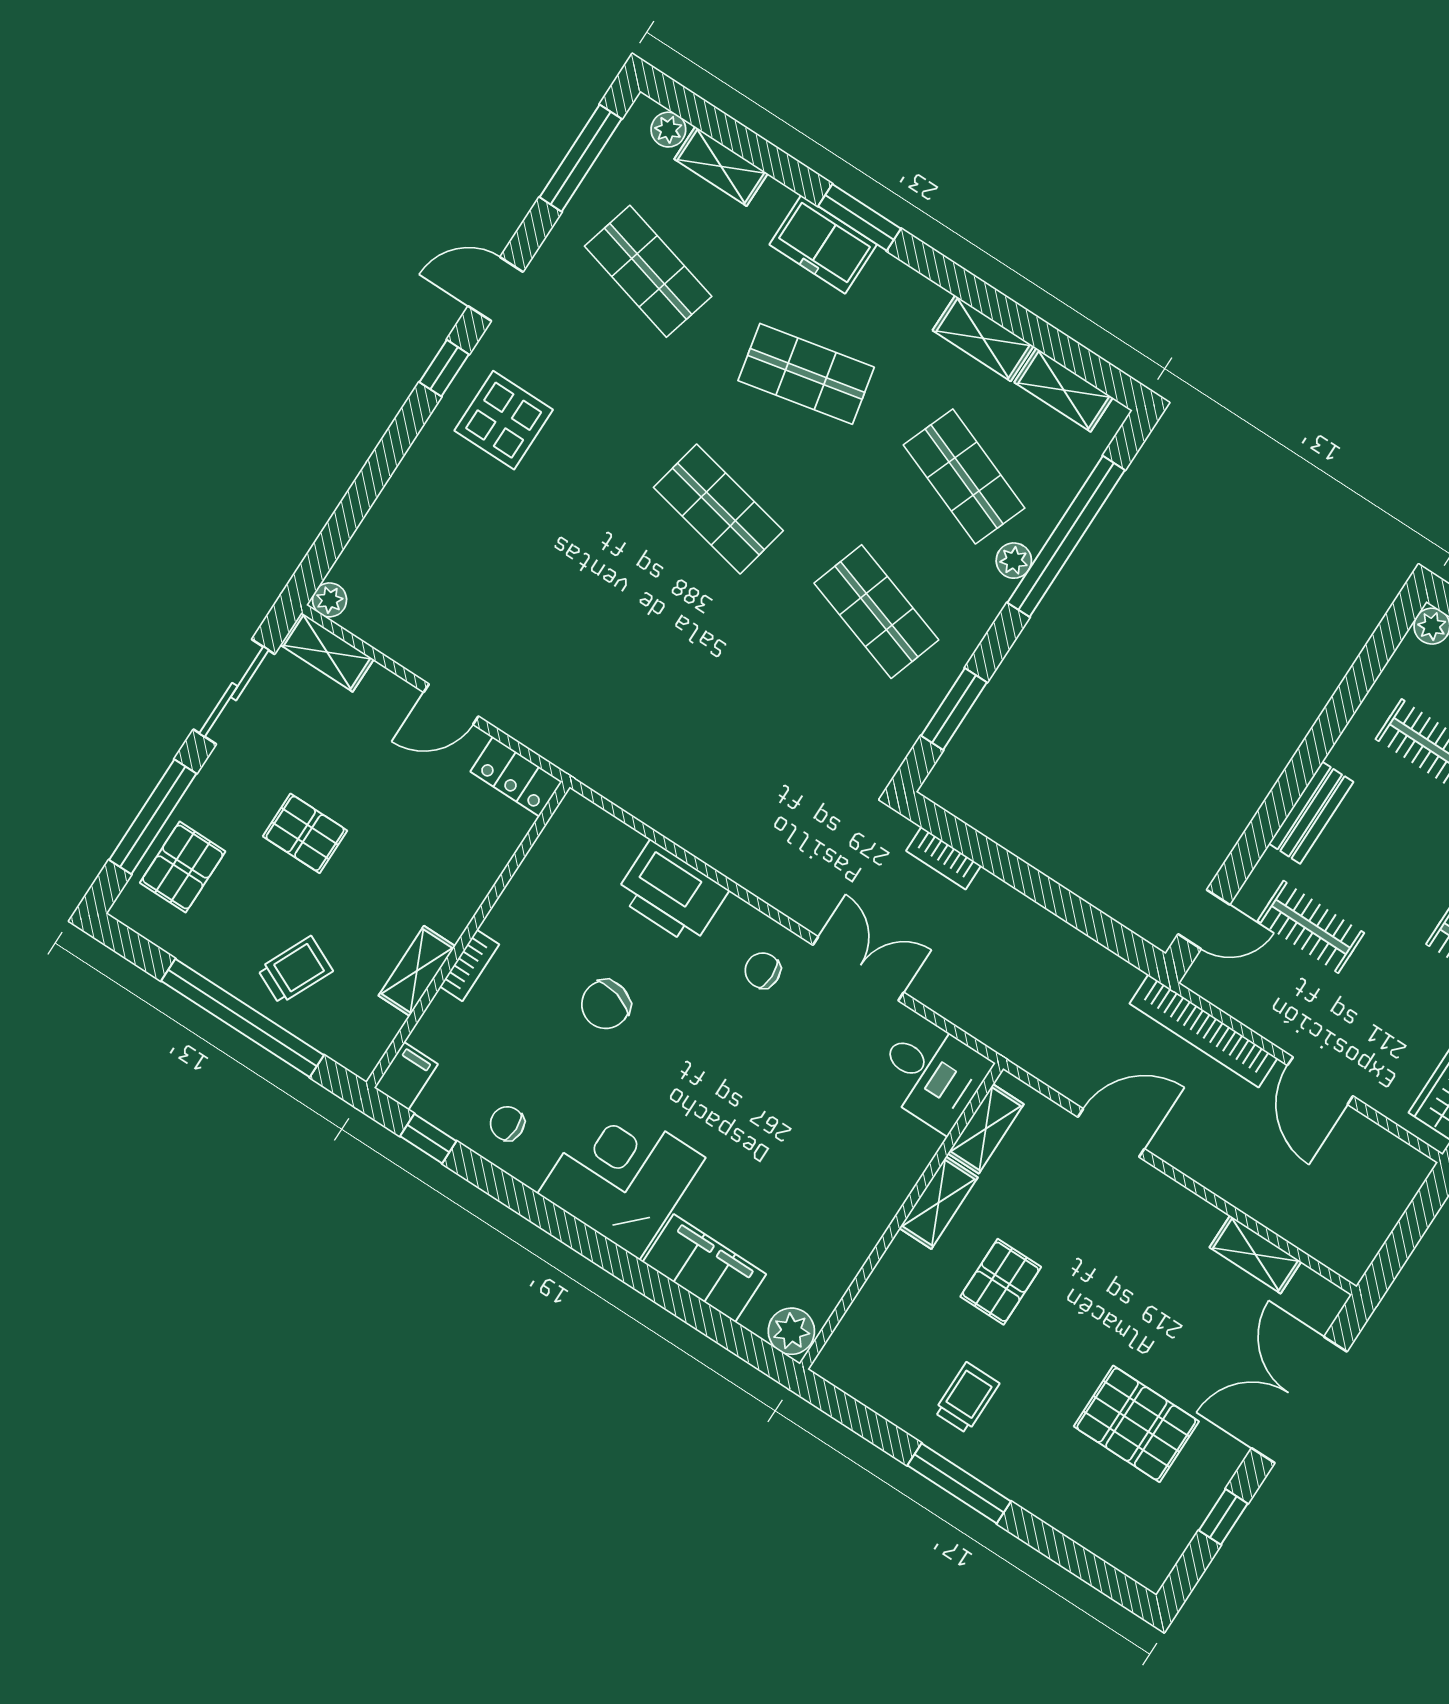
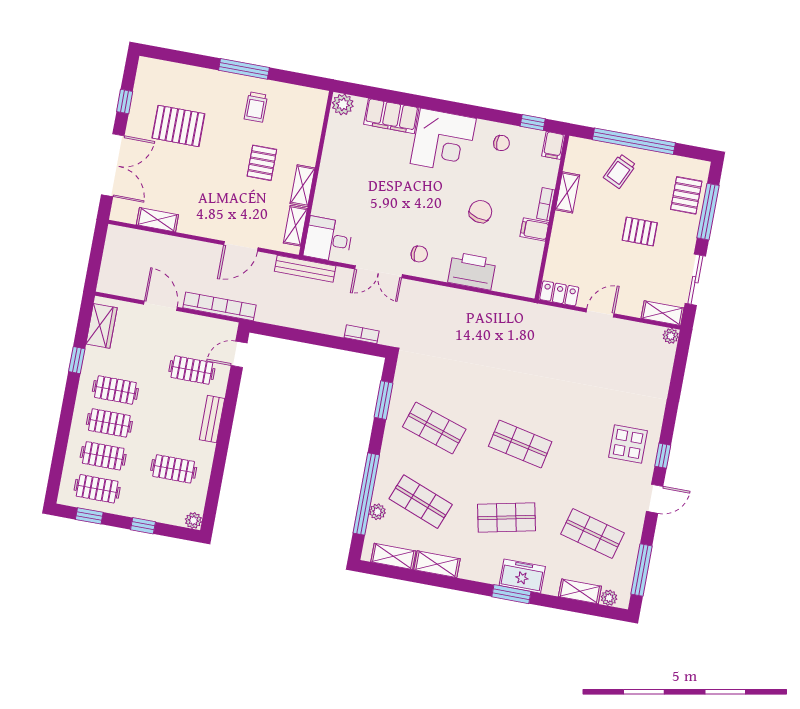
plant: (1014, 561) -> (377, 512), moved
filing cabinet: (513, 924) -> (534, 230), added
bench: (1002, 1035) -> (305, 269), added

